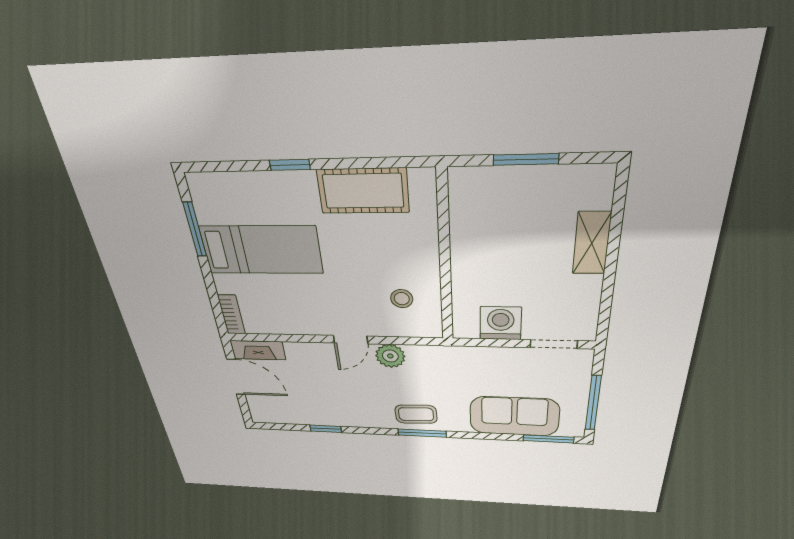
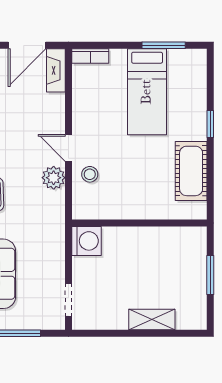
stool: (402, 299) -> (90, 174), moved
washing machine: (501, 323) -> (86, 241), moved

